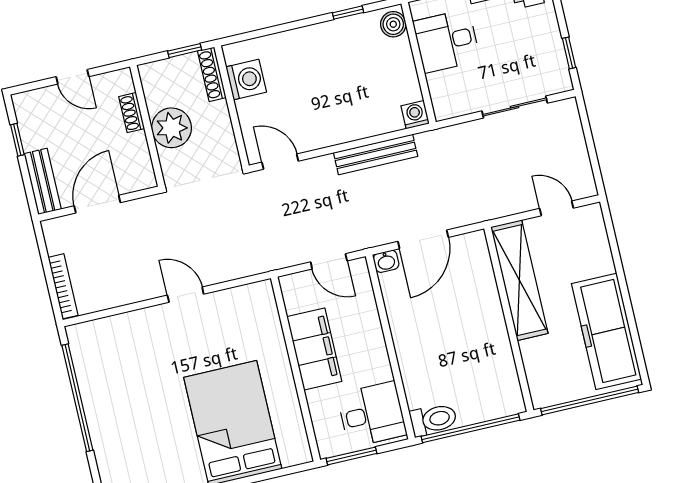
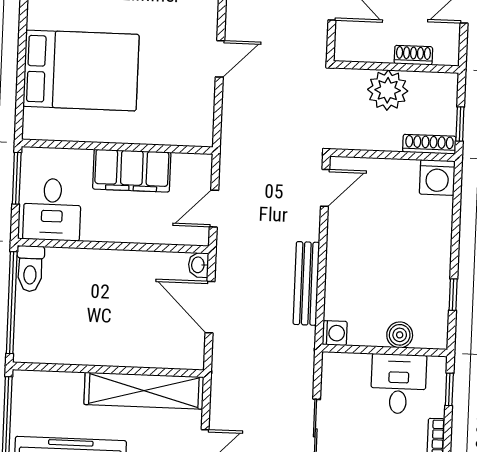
boiler: (393, 24) -> (400, 335), moved
washing machine: (246, 80) -> (437, 177), moved

